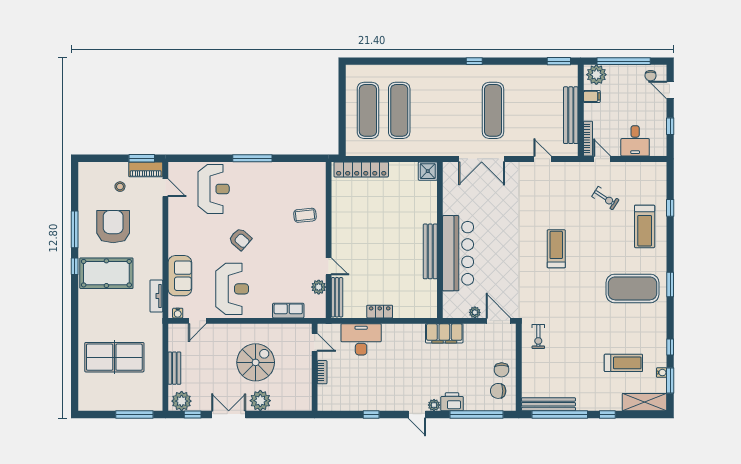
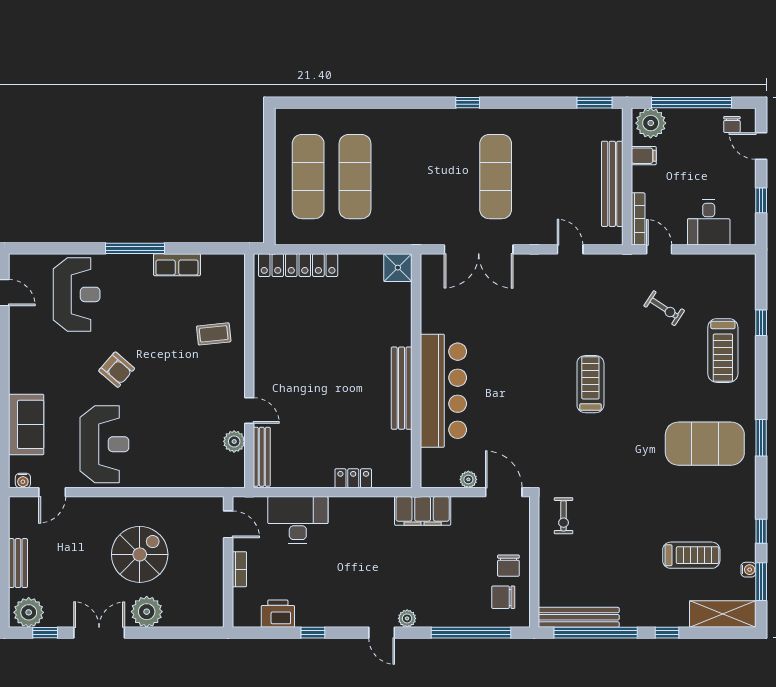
row of seats: (288, 311) -> (177, 265), moved, turned 180
locker: (380, 312) -> (353, 478), moved
printer: (452, 402) -> (278, 614), moved

